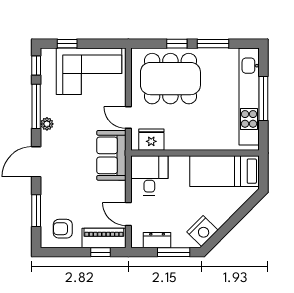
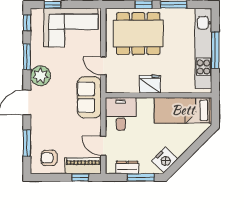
window: (36, 106) -> (27, 57), width x0.69
plant: (47, 124) -> (40, 76), width x1.88, depth x1.88
fridge: (151, 140) -> (150, 84), moved

